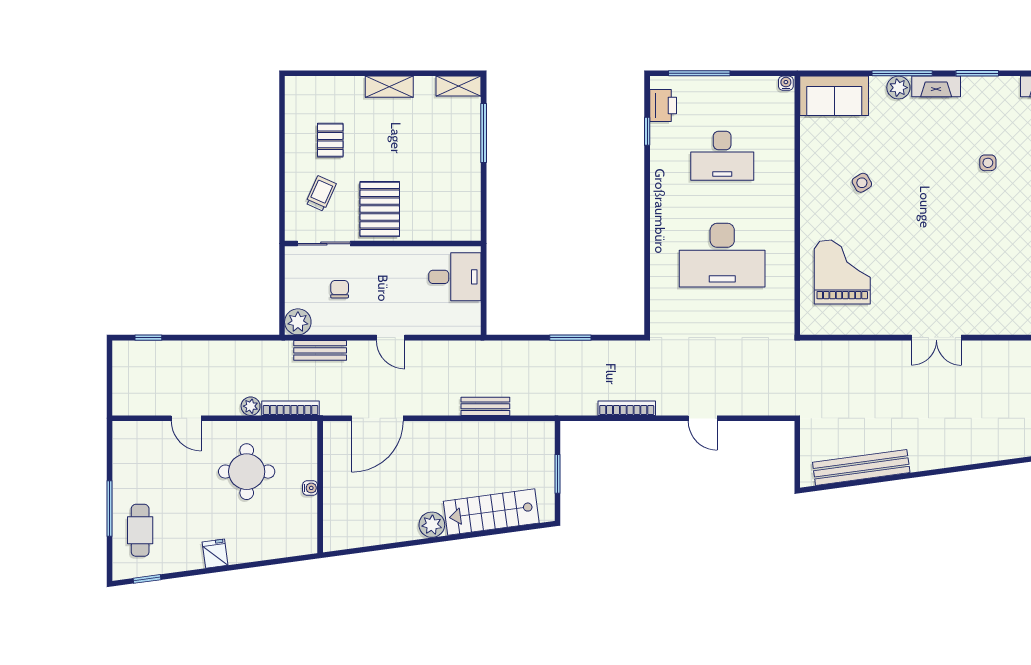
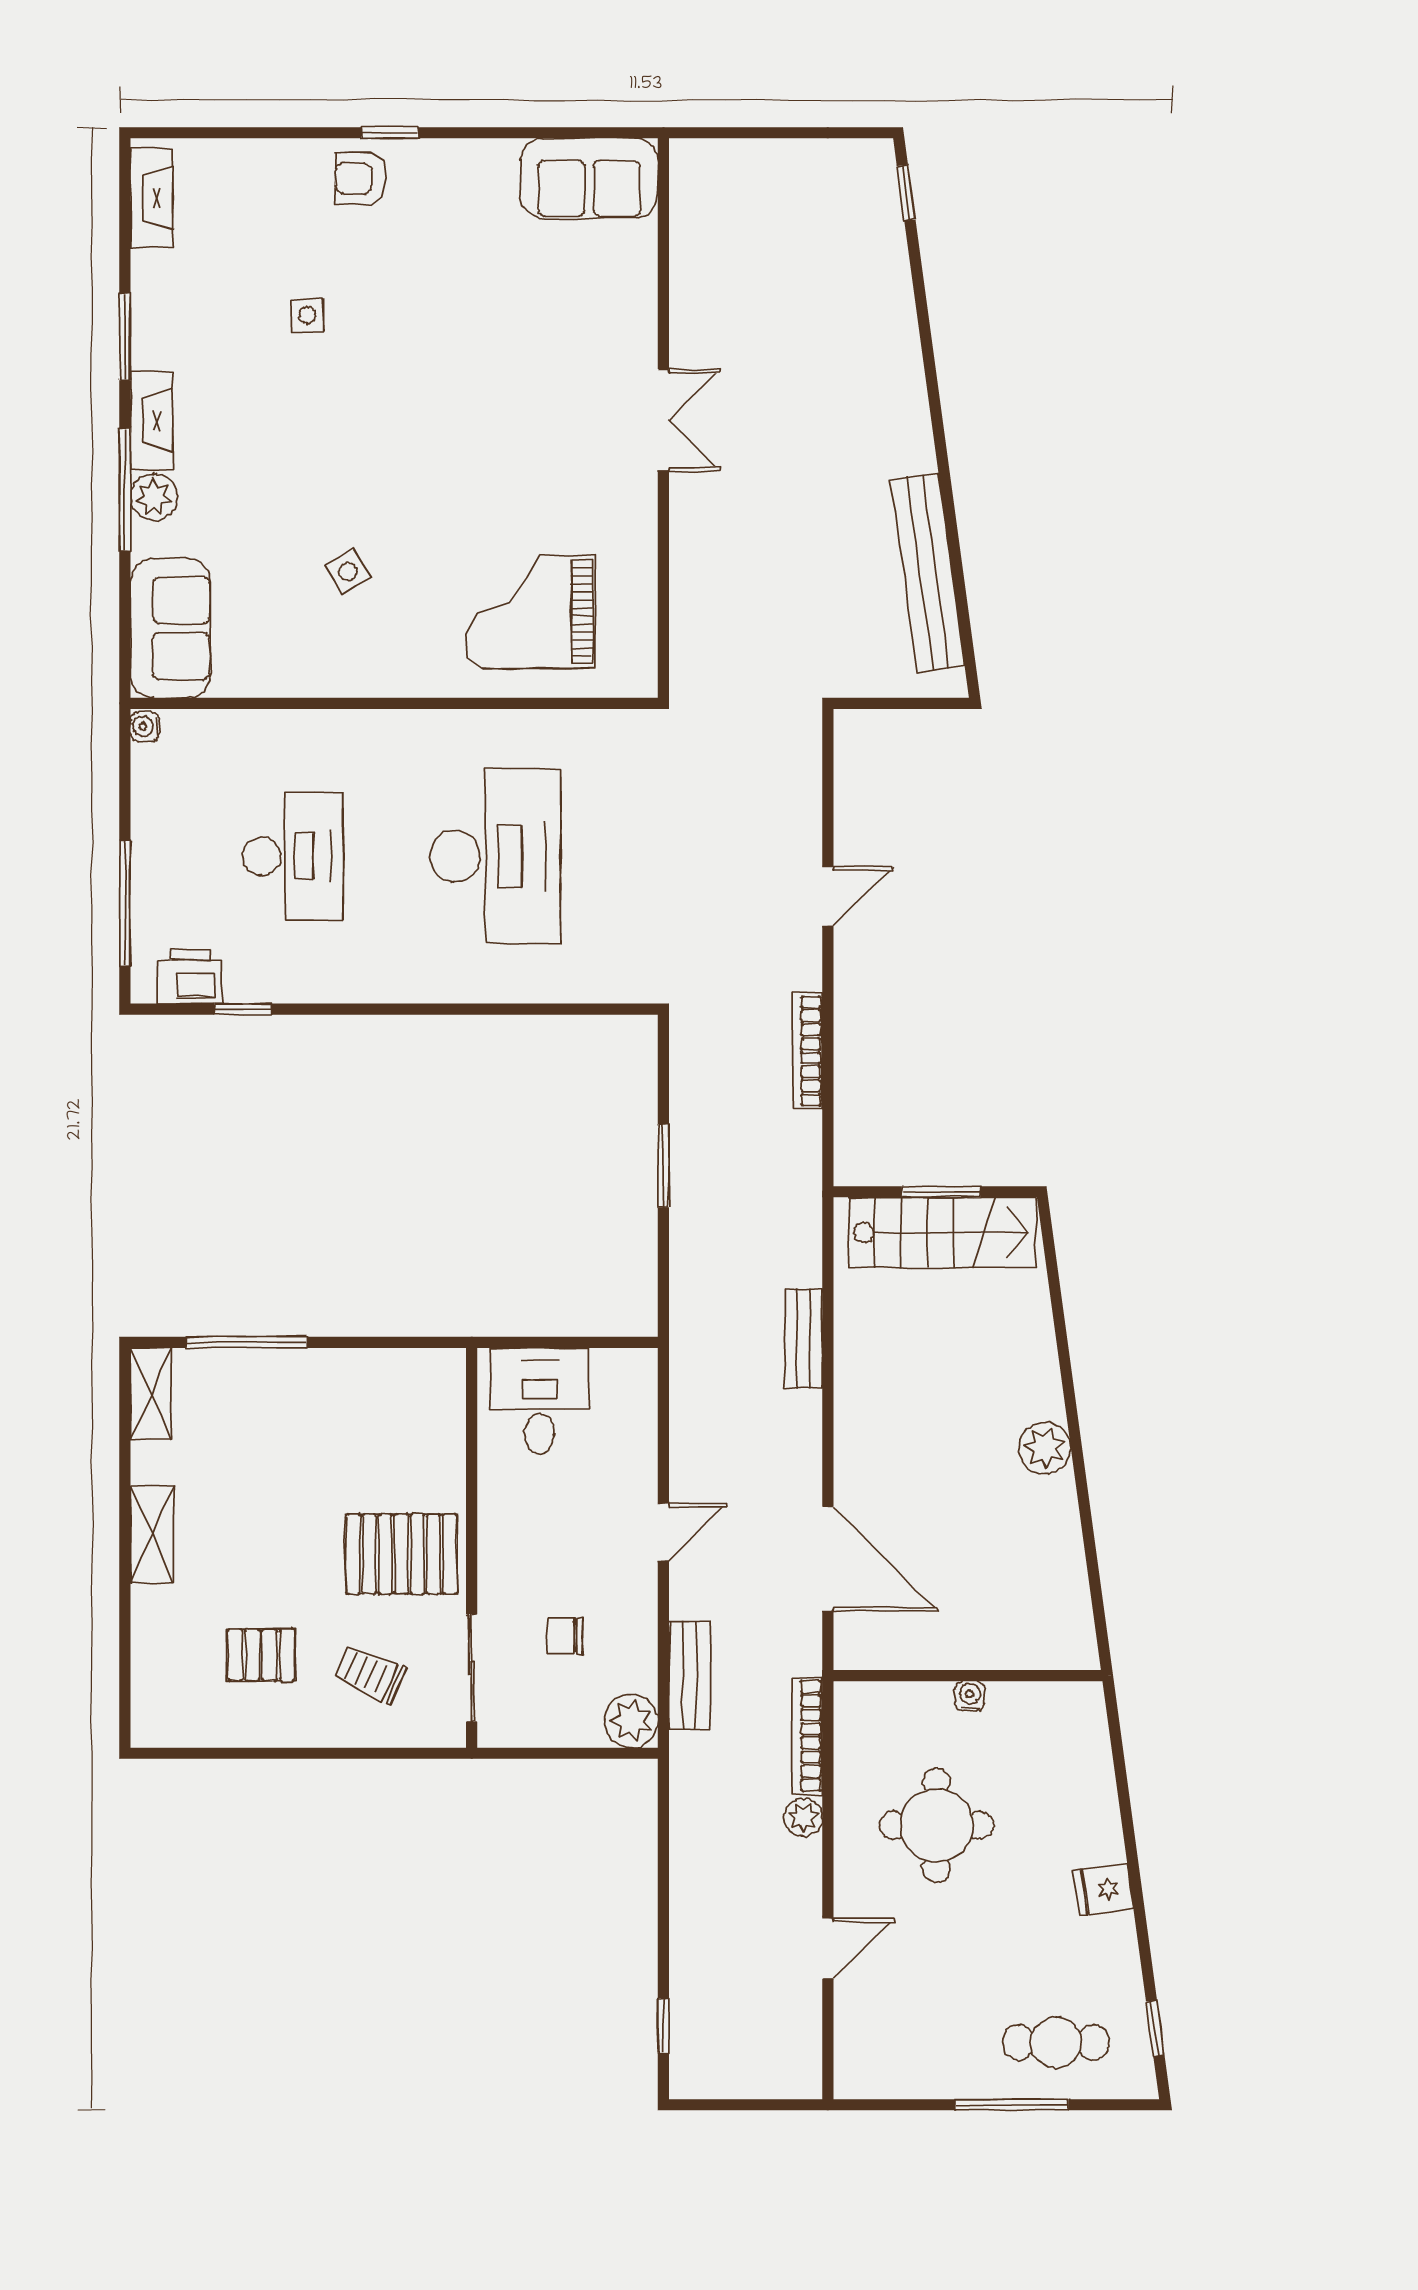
stairs: (491, 512) -> (942, 1233), moved, turned -82

